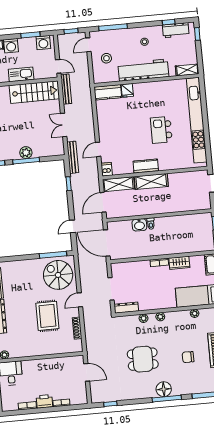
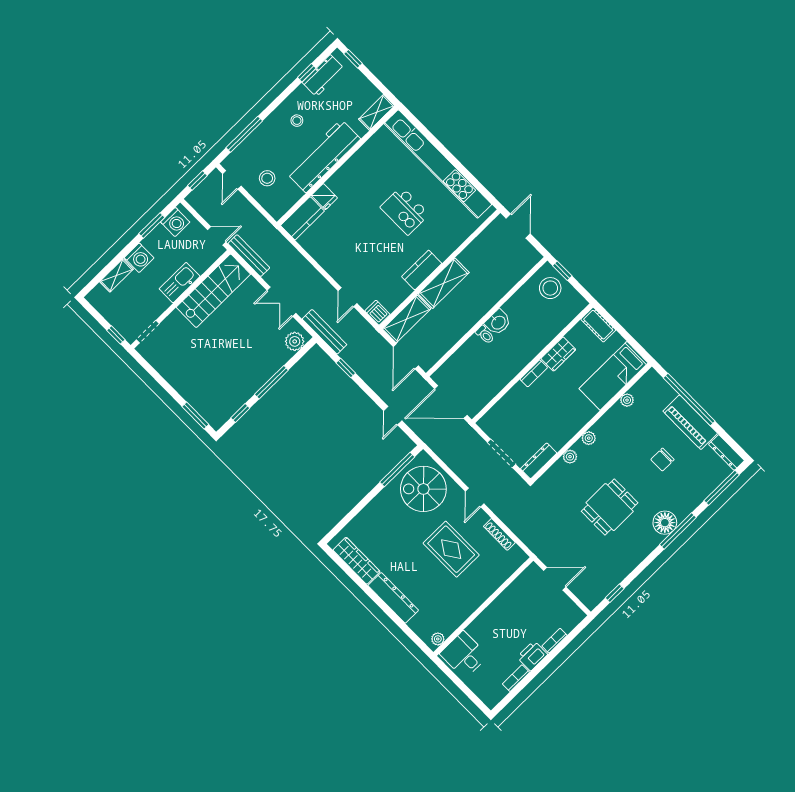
plant: (26, 153) -> (295, 341), moved
washbasin: (139, 225) -> (498, 322), moved
stool: (202, 227) -> (550, 288), added

